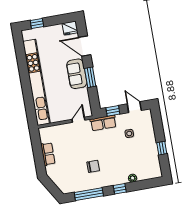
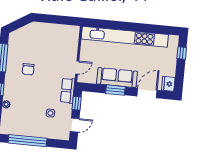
sofa: (77, 74) -> (117, 78), width x1.36
door: (78, 120) -> (77, 68), hinge flipped
window: (162, 148) -> (27, 141), width x3.17
row of seats: (48, 154) -> (52, 29), removed

